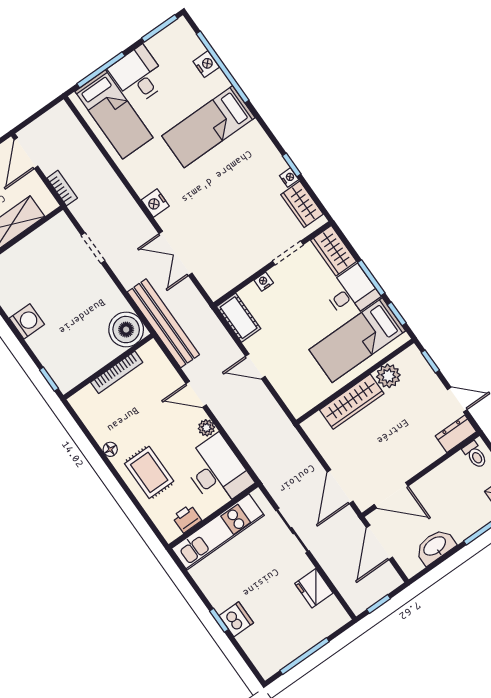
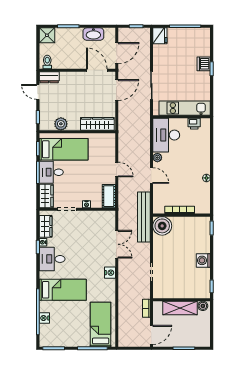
desk: (138, 75) -> (52, 259), moved, turned 90
wardrobe: (352, 402) -> (97, 124), moved
rug: (149, 472) -> (196, 156), removed
fridge: (314, 588) -> (160, 36), moved

